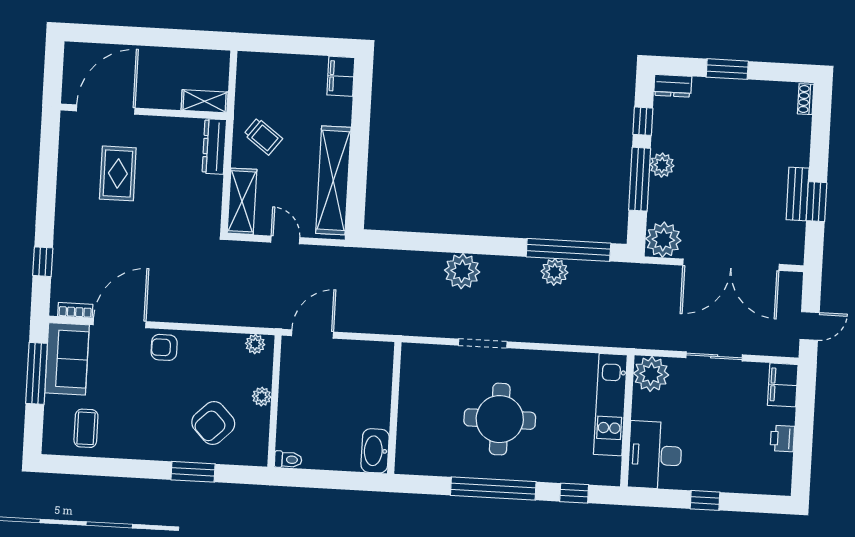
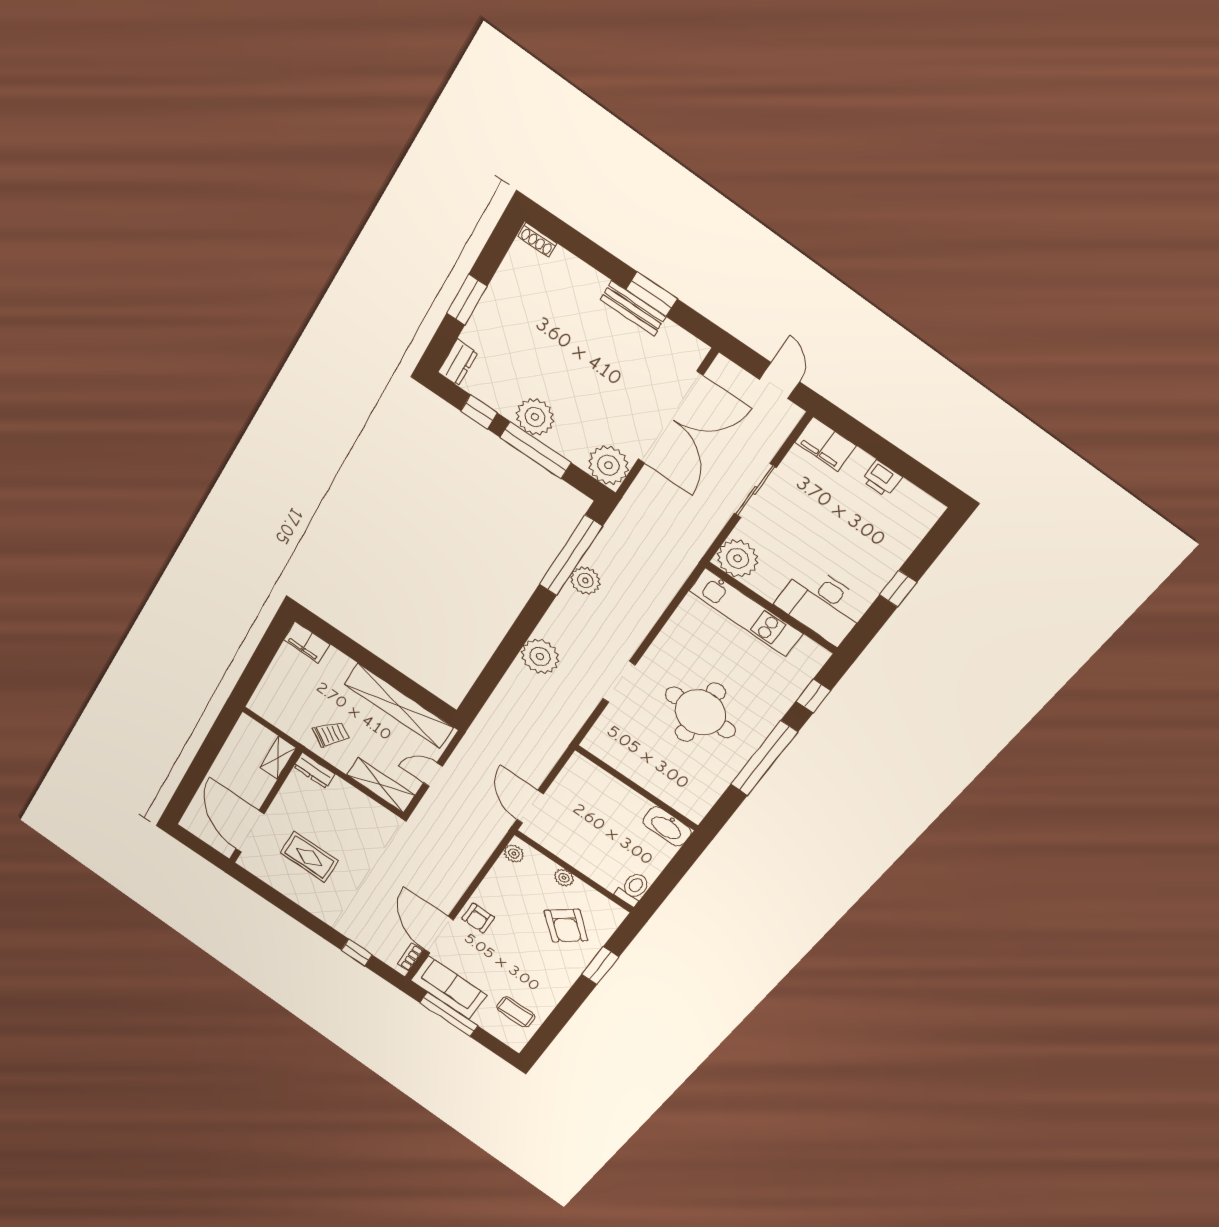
dresser: (214, 146) -> (314, 770), width x0.70
plant: (662, 165) -> (535, 417), width x1.36, depth x1.36
toilet: (288, 460) -> (633, 889), width x1.37, depth x1.39

